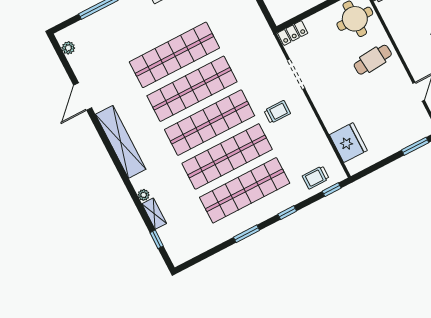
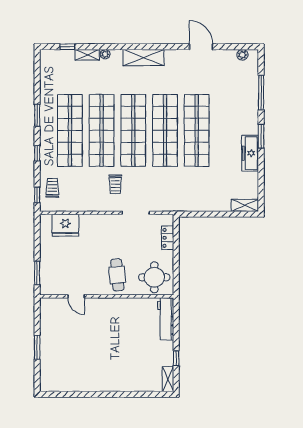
locker: (293, 33) -> (168, 238), moved
shelving: (121, 142) -> (143, 58), width x0.68

